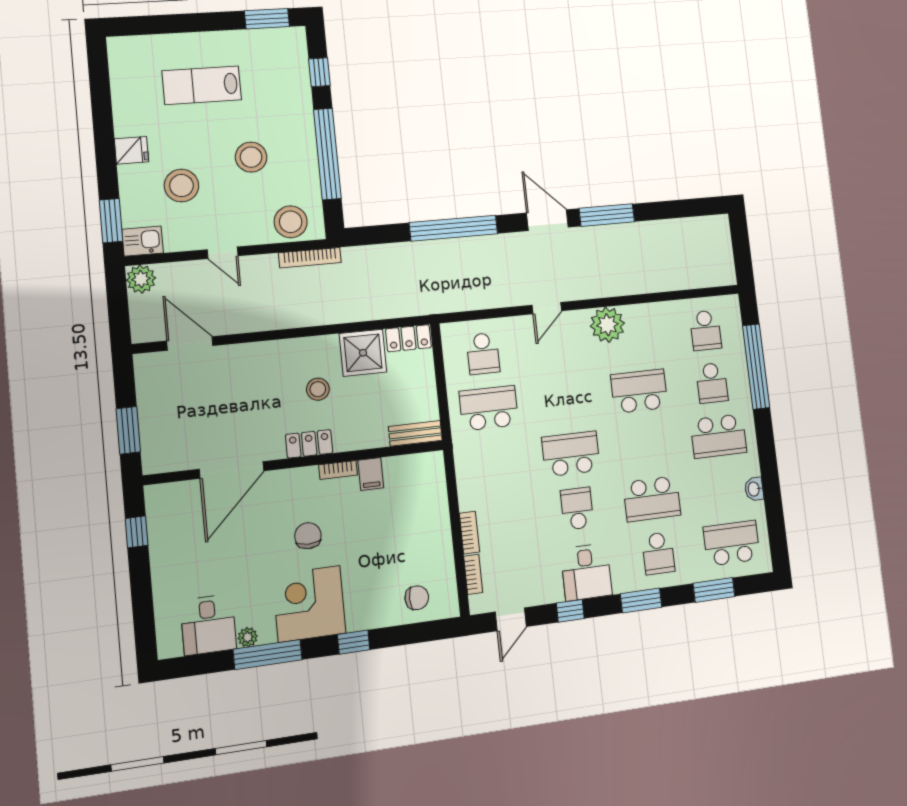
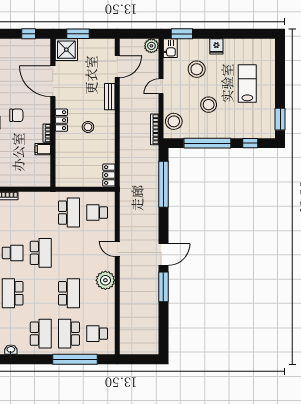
window: (454, 228) -> (163, 184), moved
shower: (363, 353) -> (66, 50), moved
school desk: (712, 383) -> (69, 334), width x1.85
bench: (415, 433) -> (110, 97), moved
school desk: (718, 436) -> (41, 334), turned 180

